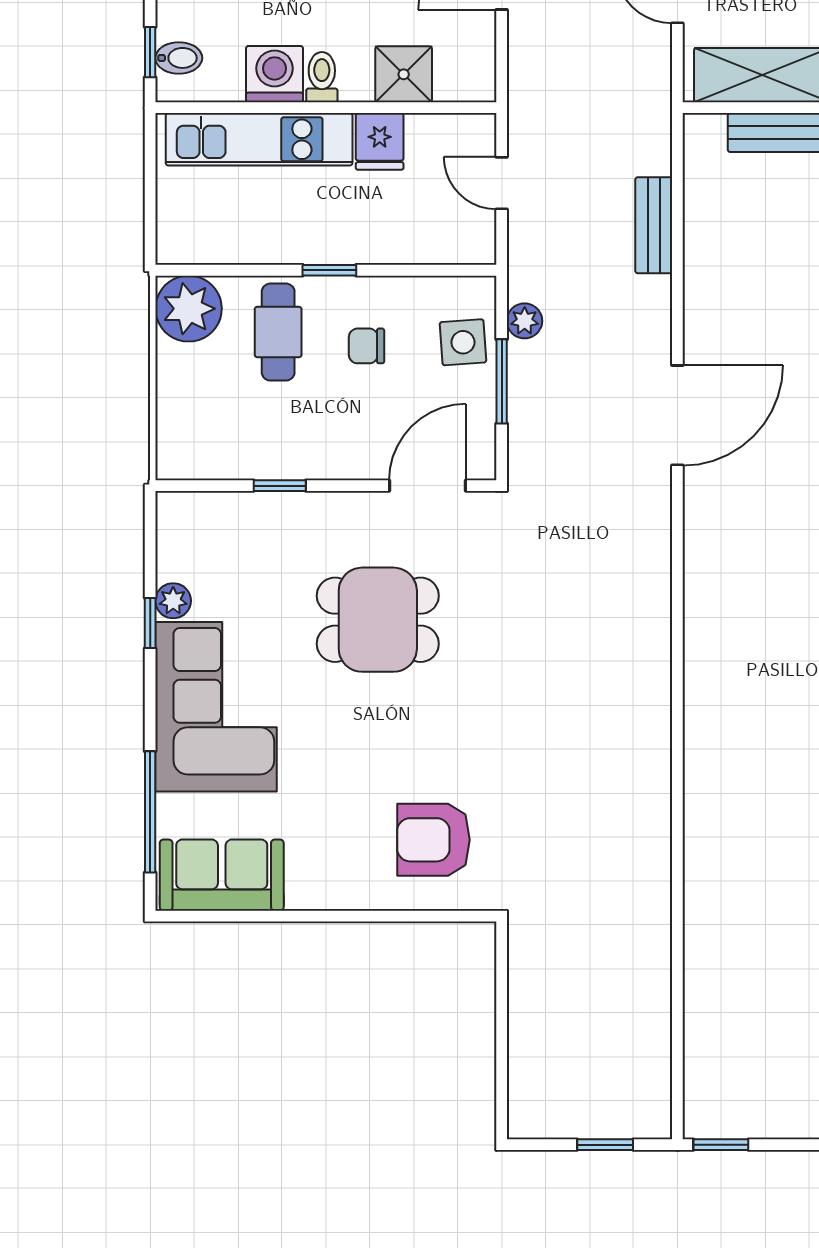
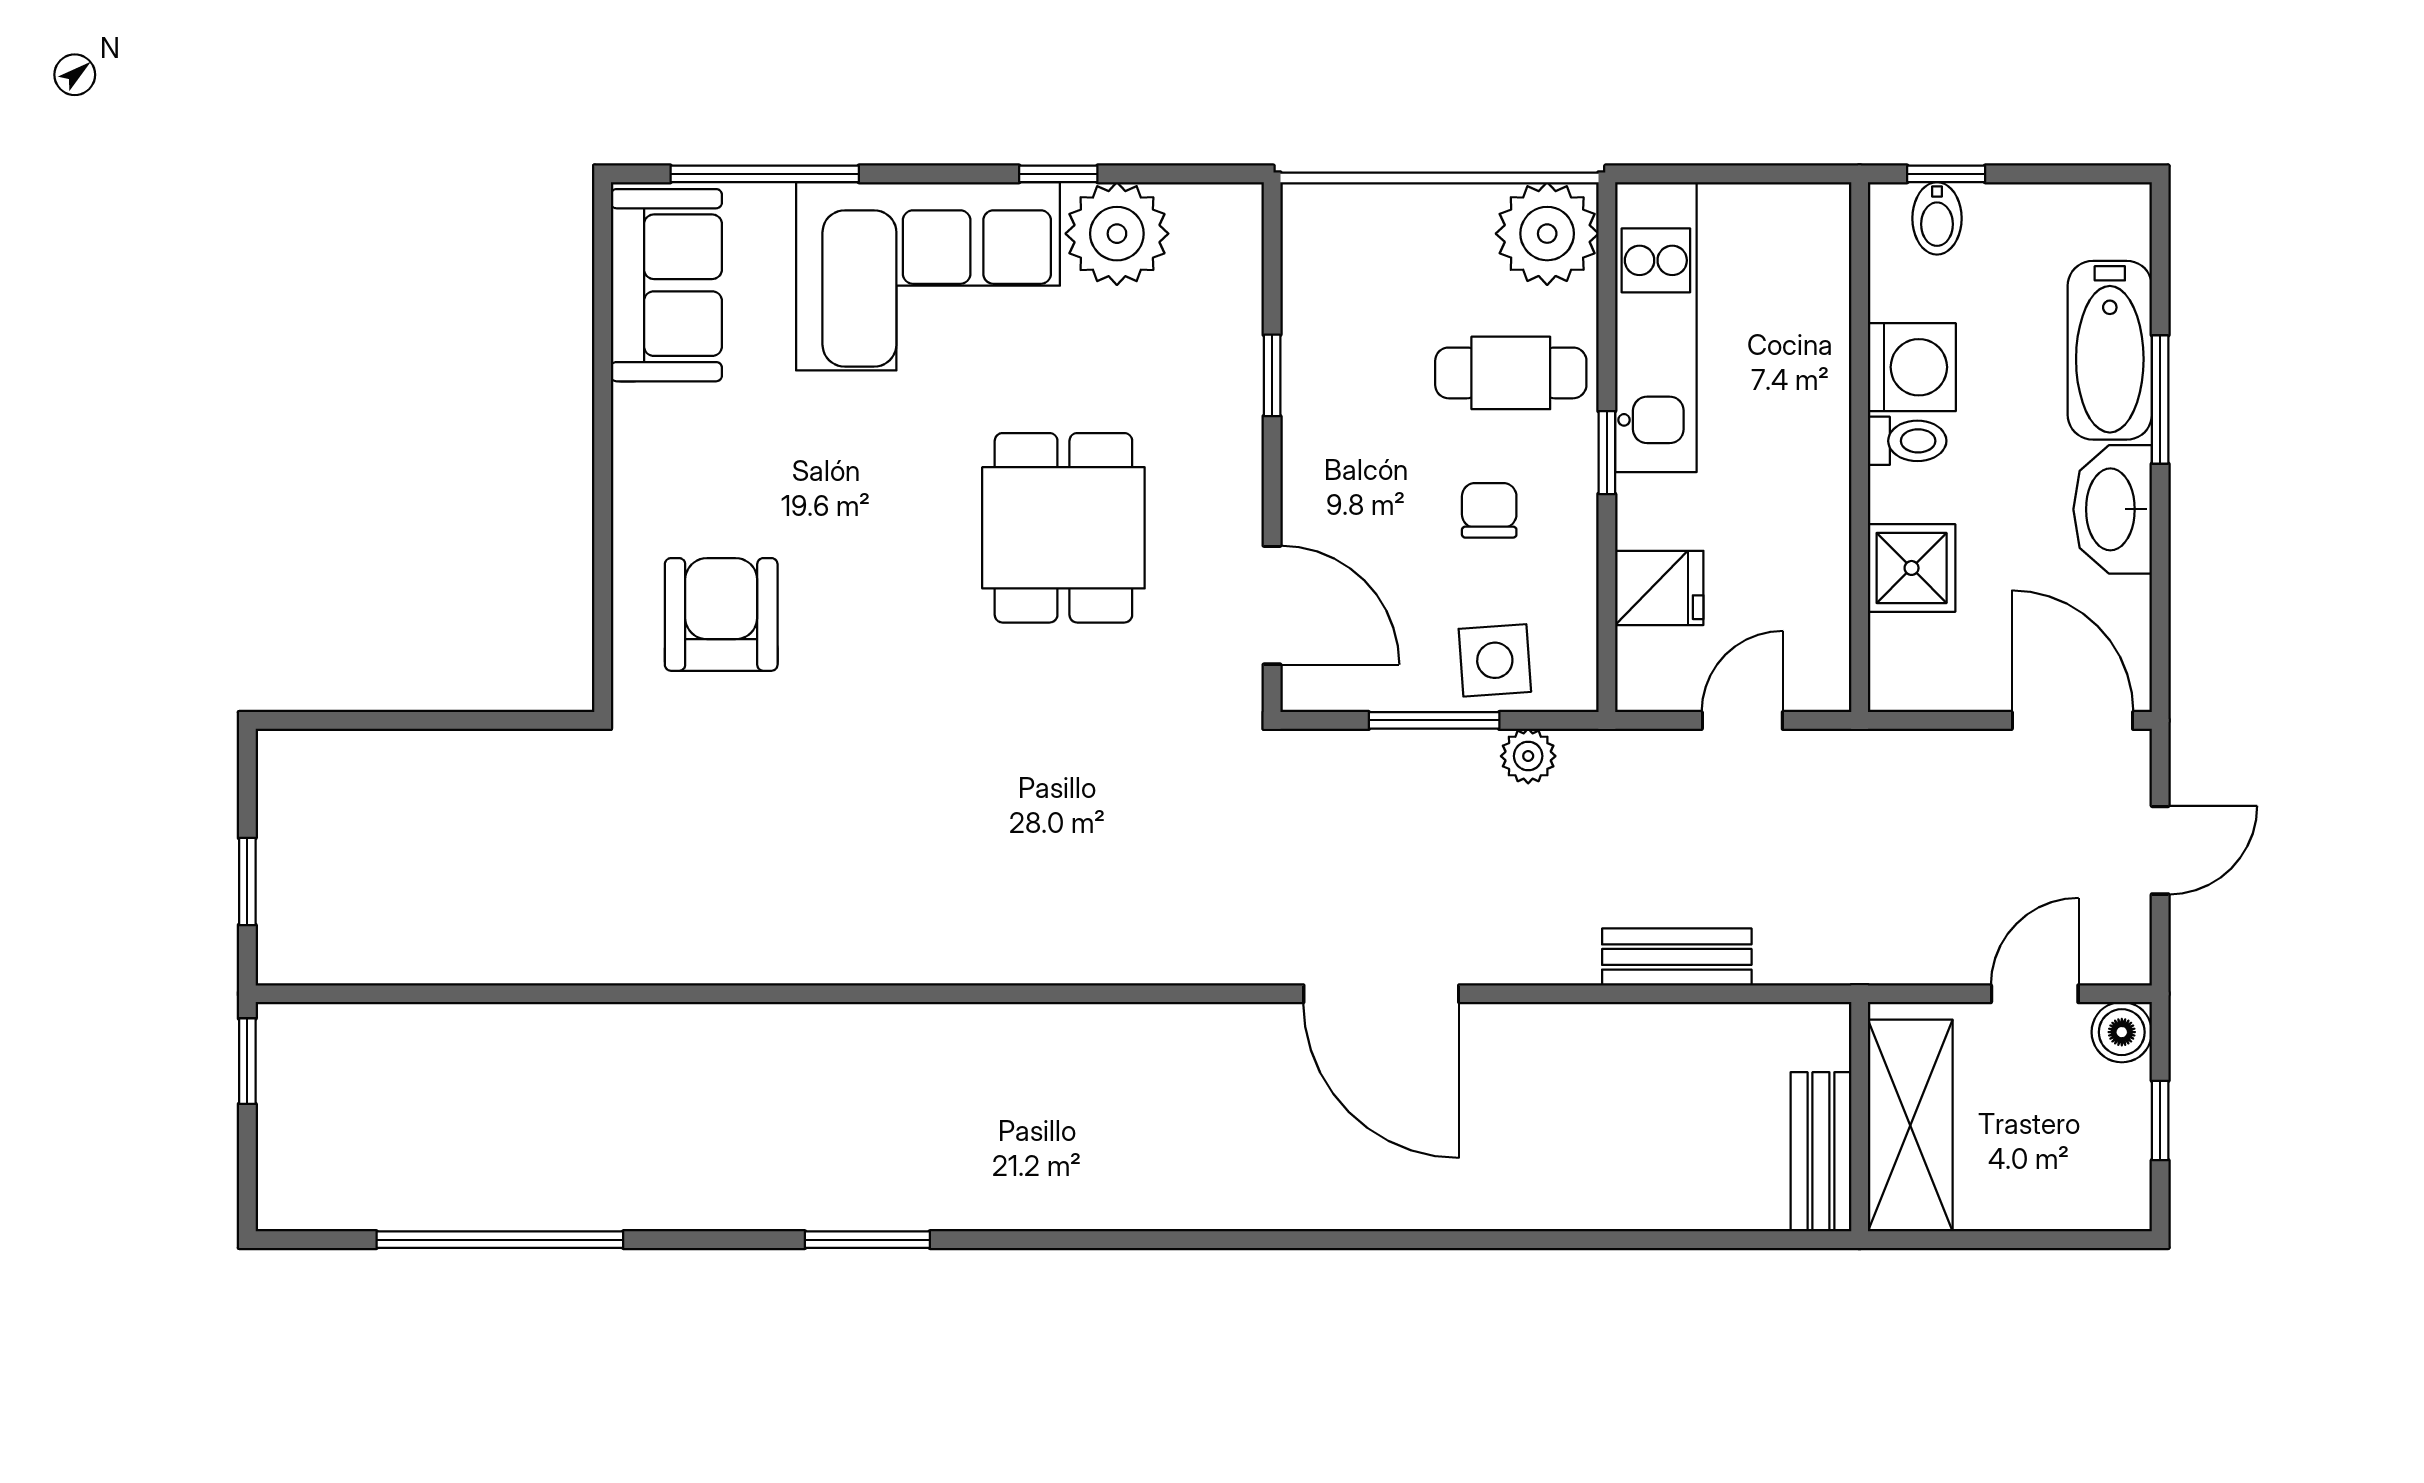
kitchen unit: (259, 139) -> (1656, 327), moved, turned 180
fridge: (380, 141) -> (1659, 588), moved, turned 180
plant: (173, 601) -> (1117, 234), width x1.88, depth x1.88

